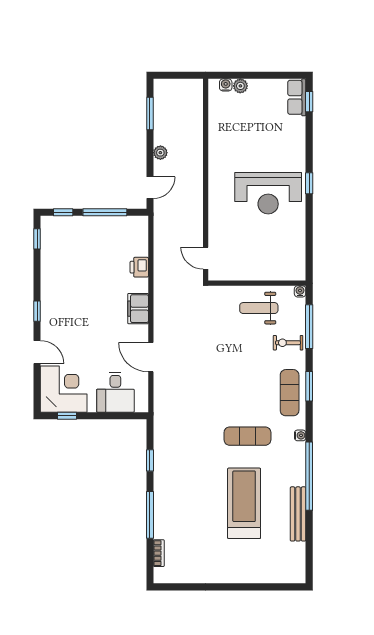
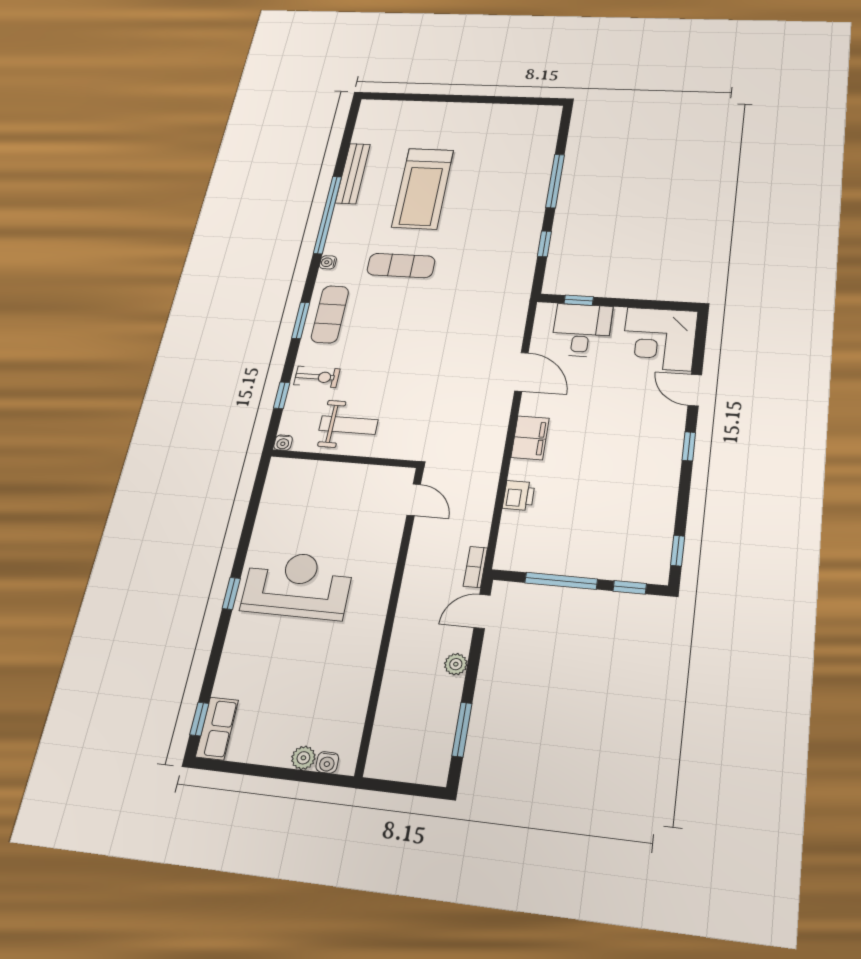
window: (309, 327) -> (282, 395), width x0.46
window: (67, 416) -> (579, 300), moved
bookcase: (159, 553) -> (475, 567), moved

